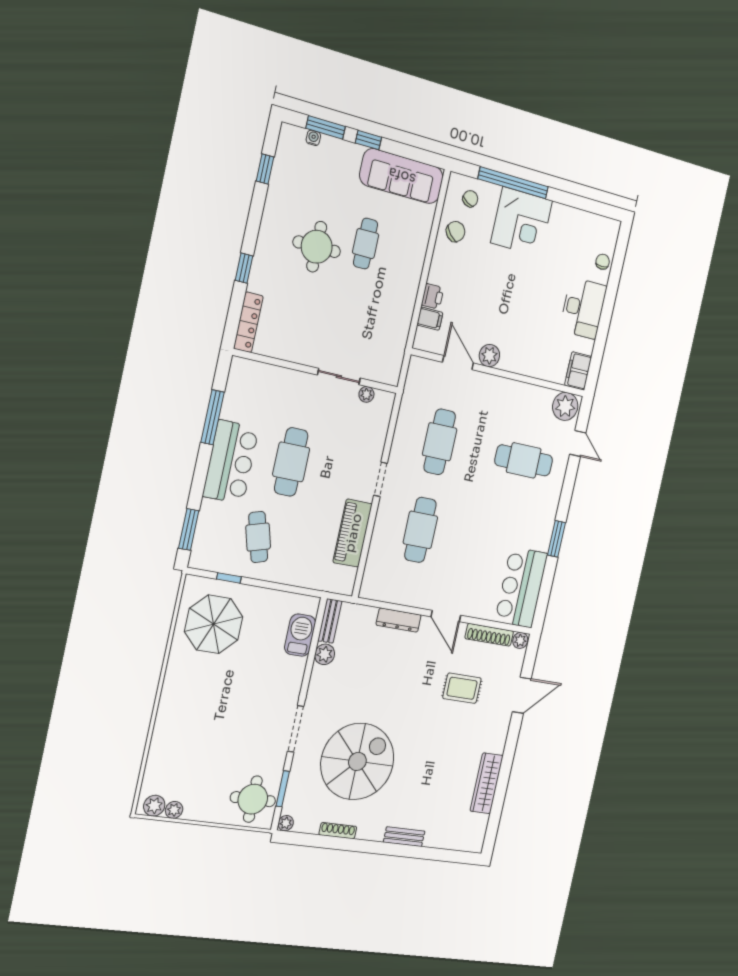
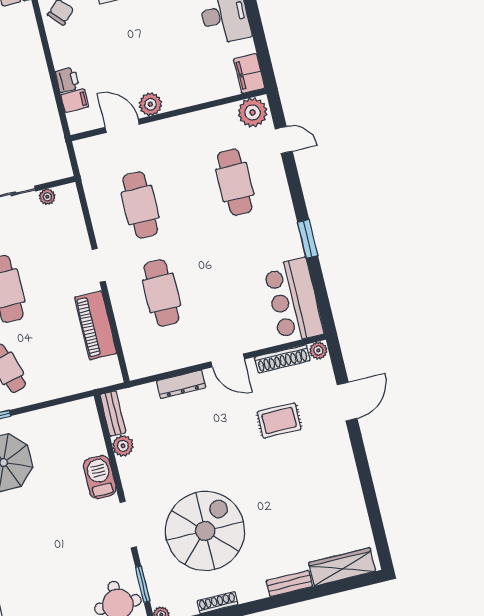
cafe table: (524, 460) -> (235, 182), turned 90
barbecue: (300, 635) -> (100, 477), moved
wardrobe: (487, 783) -> (342, 567), moved, turned 90

